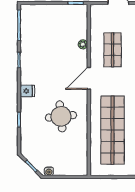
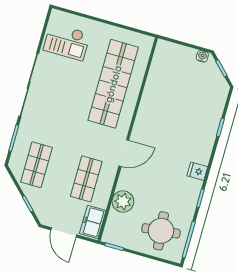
freezer: (98, 18) -> (93, 222), added
plant: (83, 44) -> (123, 202), width x1.88, depth x1.88
fridge: (27, 91) -> (197, 171), moved
round table: (61, 116) -> (161, 231), moved

